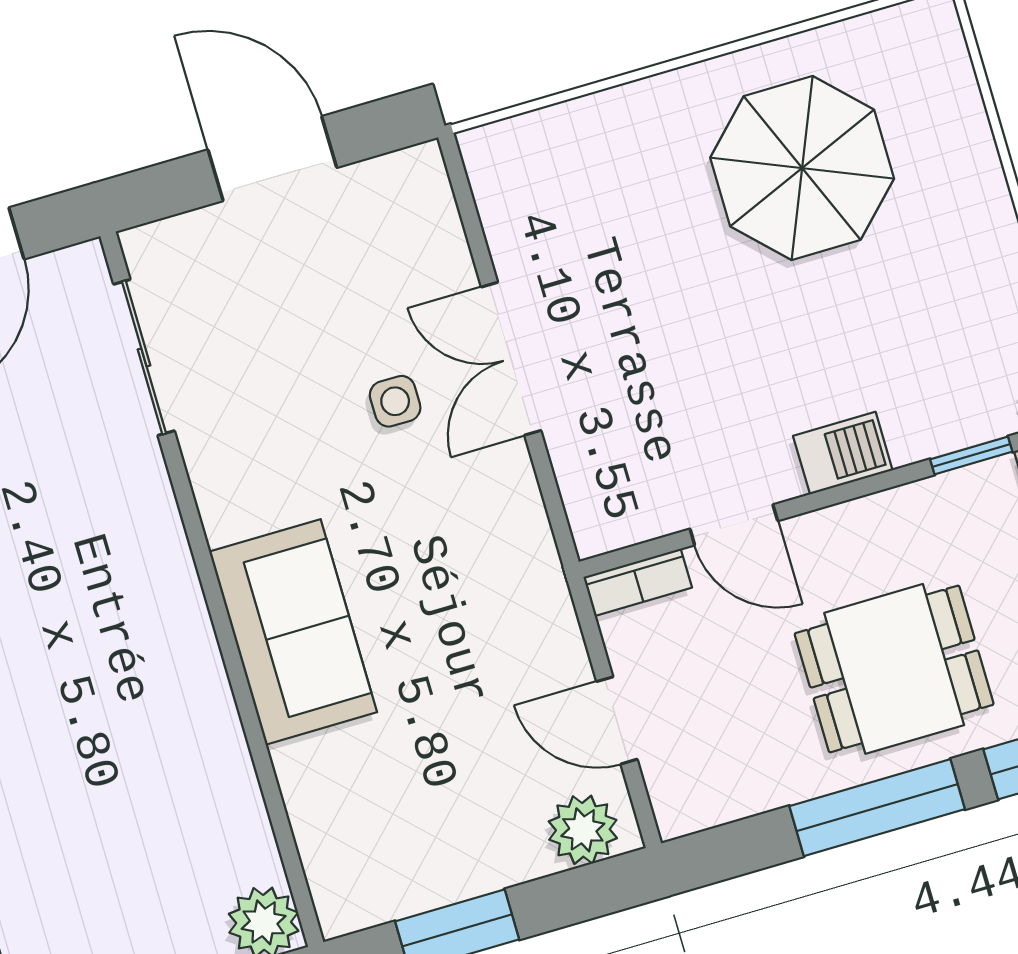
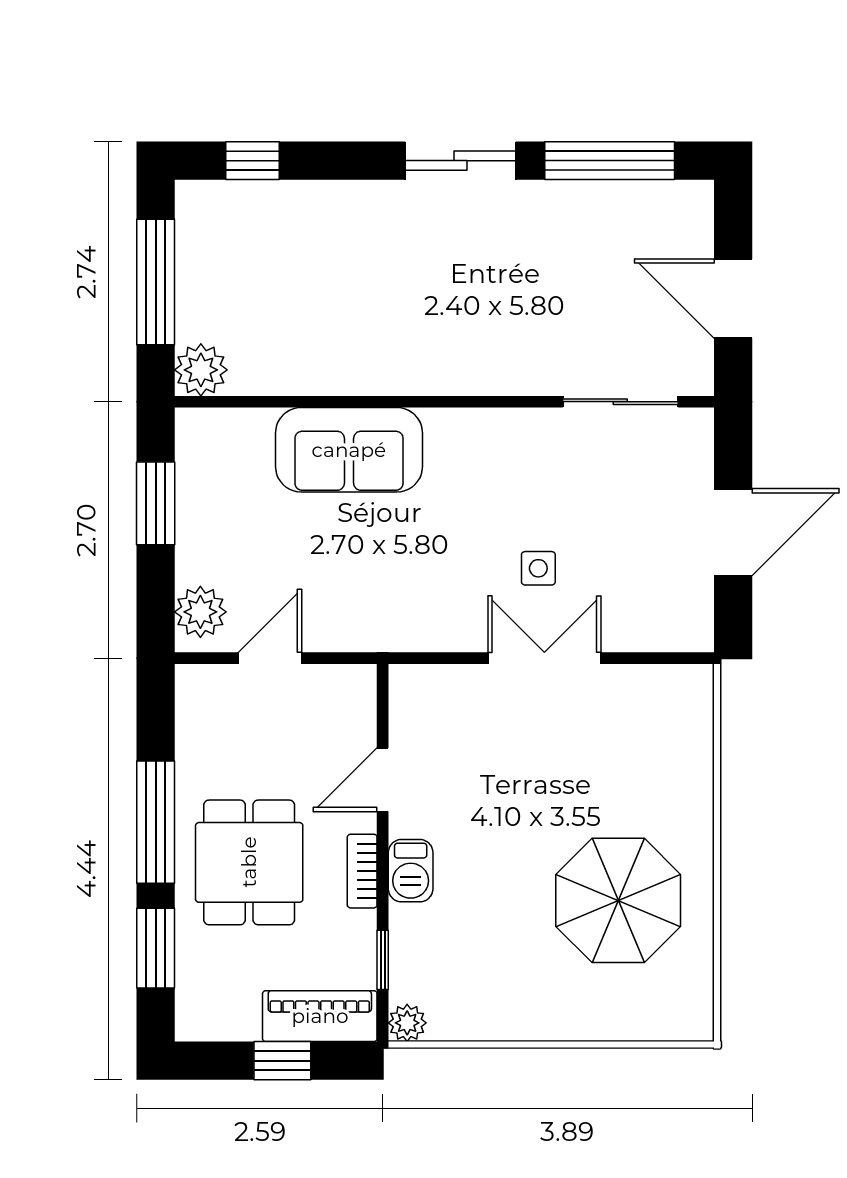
bookcase: (638, 582) -> (362, 871), moved
sofa: (293, 632) -> (349, 450), moved

